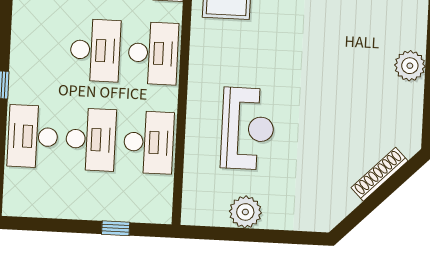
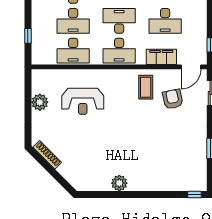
desk: (95, 50) -> (119, 21), turned 180
shoe rack: (379, 174) -> (47, 155), moved

